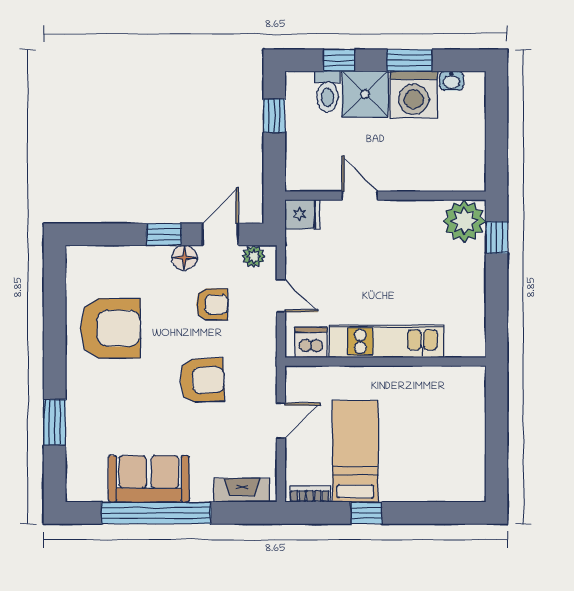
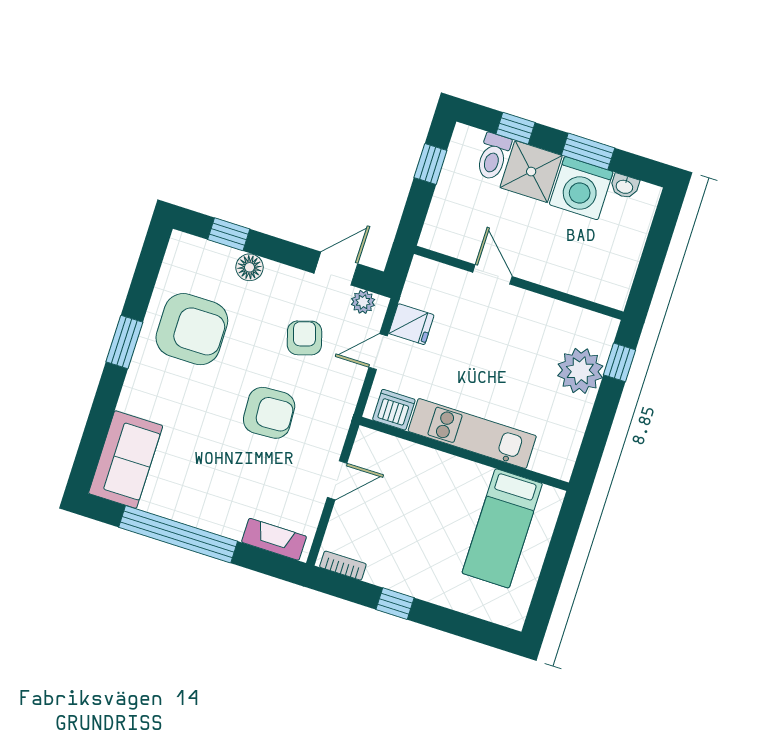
fridge: (302, 214) -> (411, 324), moved
plant: (464, 221) -> (580, 371), moved
window: (164, 234) -> (229, 234), moved
floor lamp: (184, 258) -> (250, 267), moved
door: (281, 296) -> (378, 352), swing flipped
armchair: (212, 304) -> (304, 338), turned -107
window: (55, 422) -> (124, 342), moved
bed: (355, 451) -> (502, 528), moved, turned 180
sofa: (149, 479) -> (126, 460), moved, turned 90

